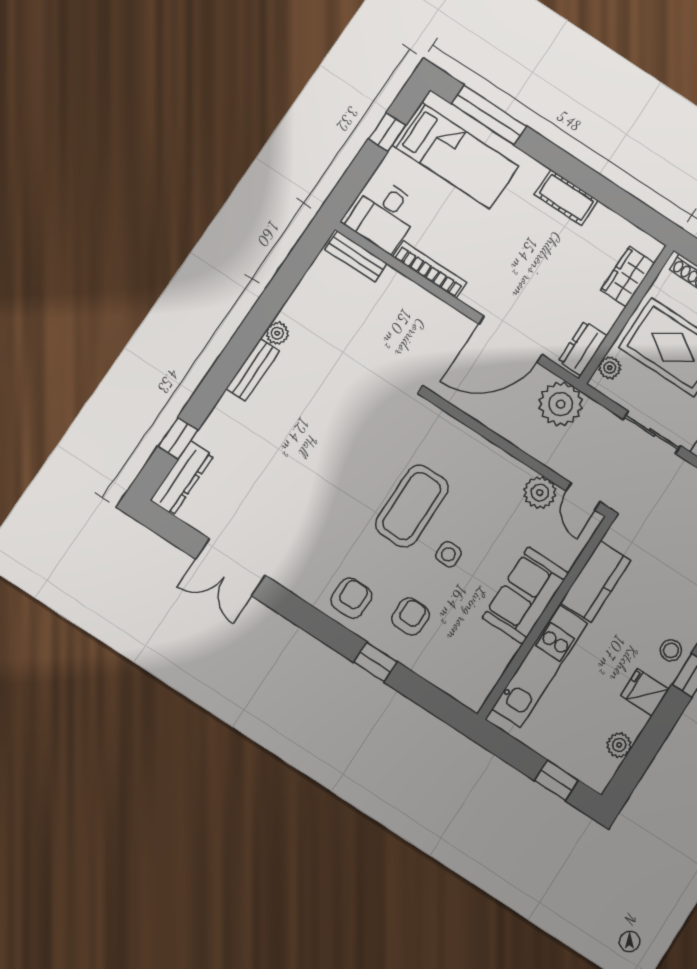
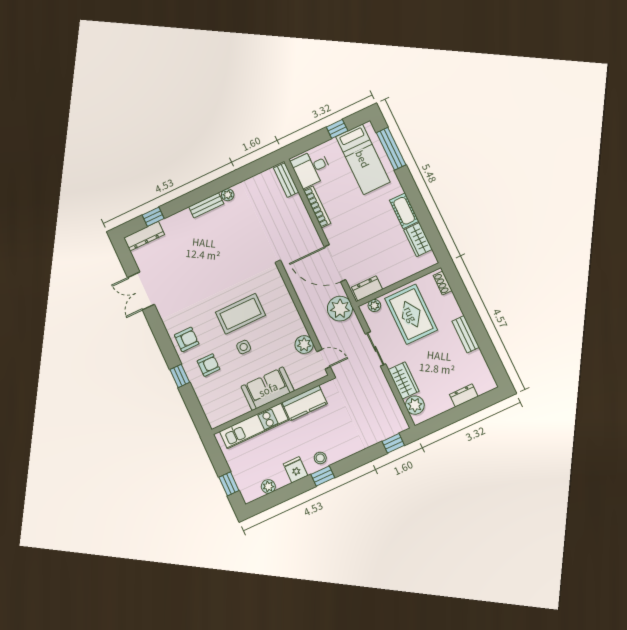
wardrobe: (628, 277) -> (418, 240), moved, turned -90
door: (583, 497) -> (324, 359), swing flipped

